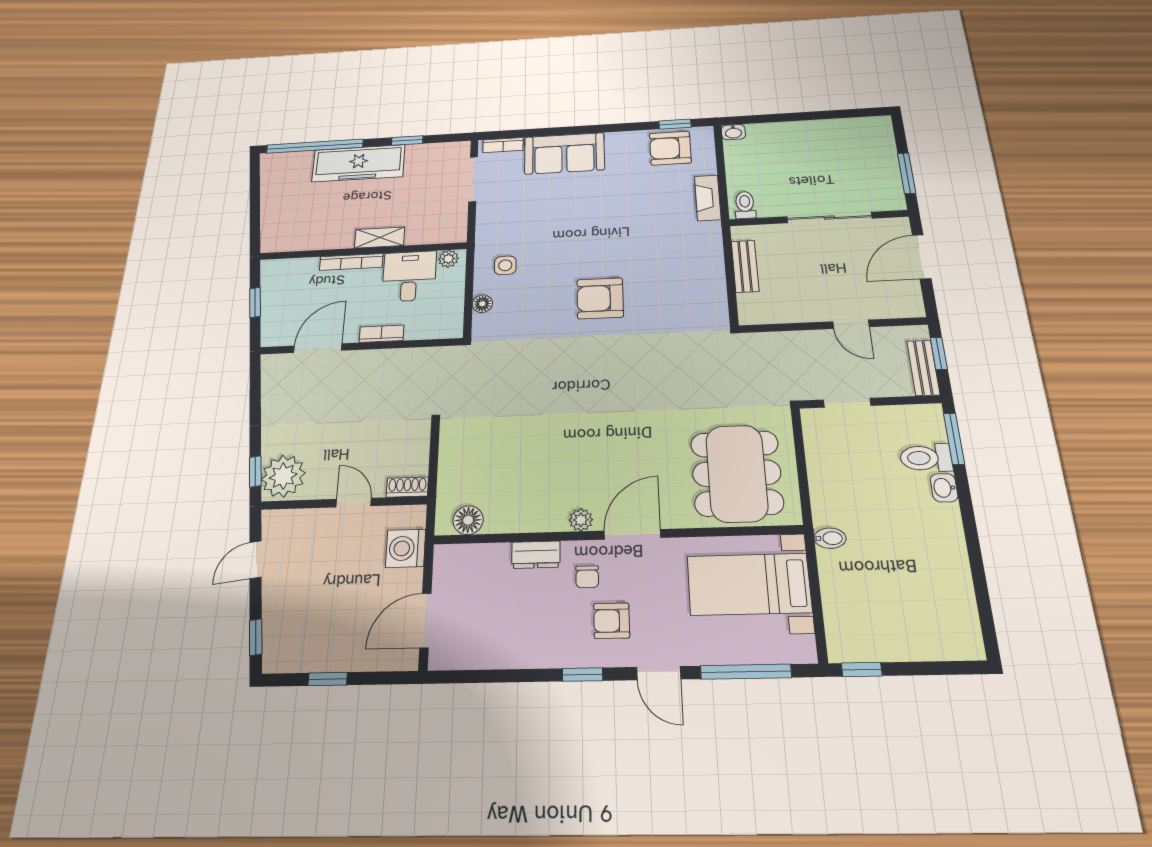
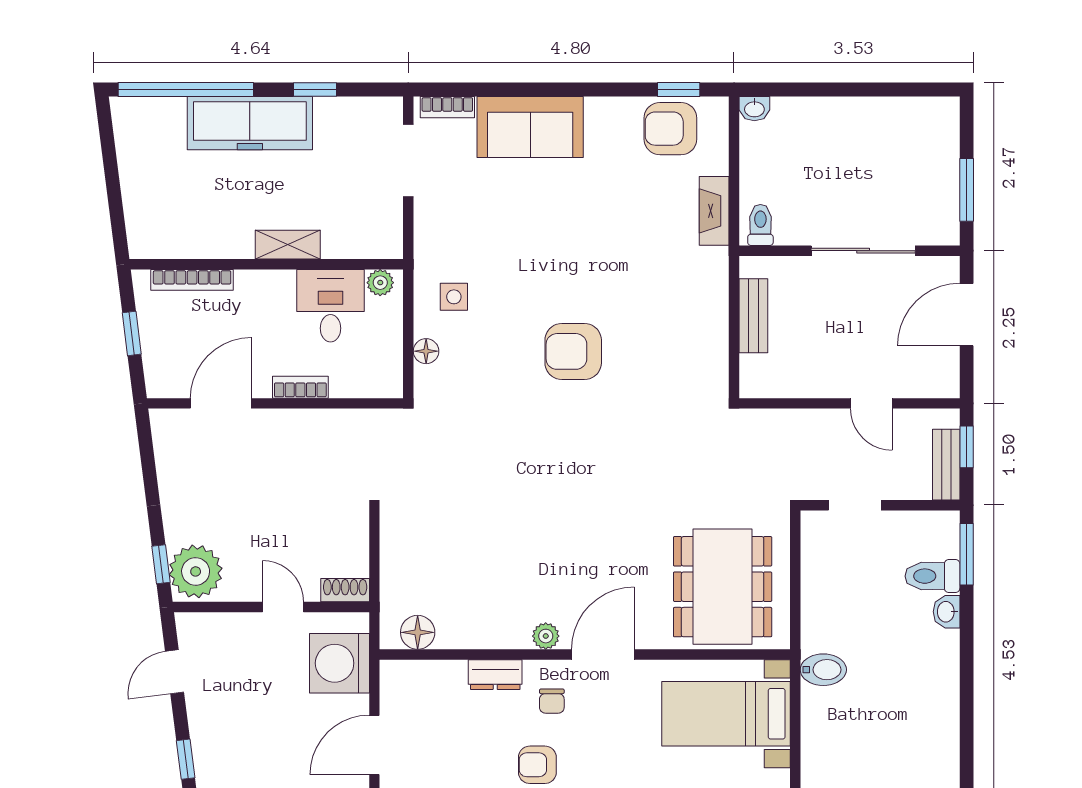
bookcase: (351, 262) -> (192, 280), moved
bidet: (830, 538) -> (823, 670), width x1.38, depth x1.36
washing machine: (406, 548) -> (339, 663), width x1.37, depth x1.37
armchair: (612, 621) -> (537, 765), moved

